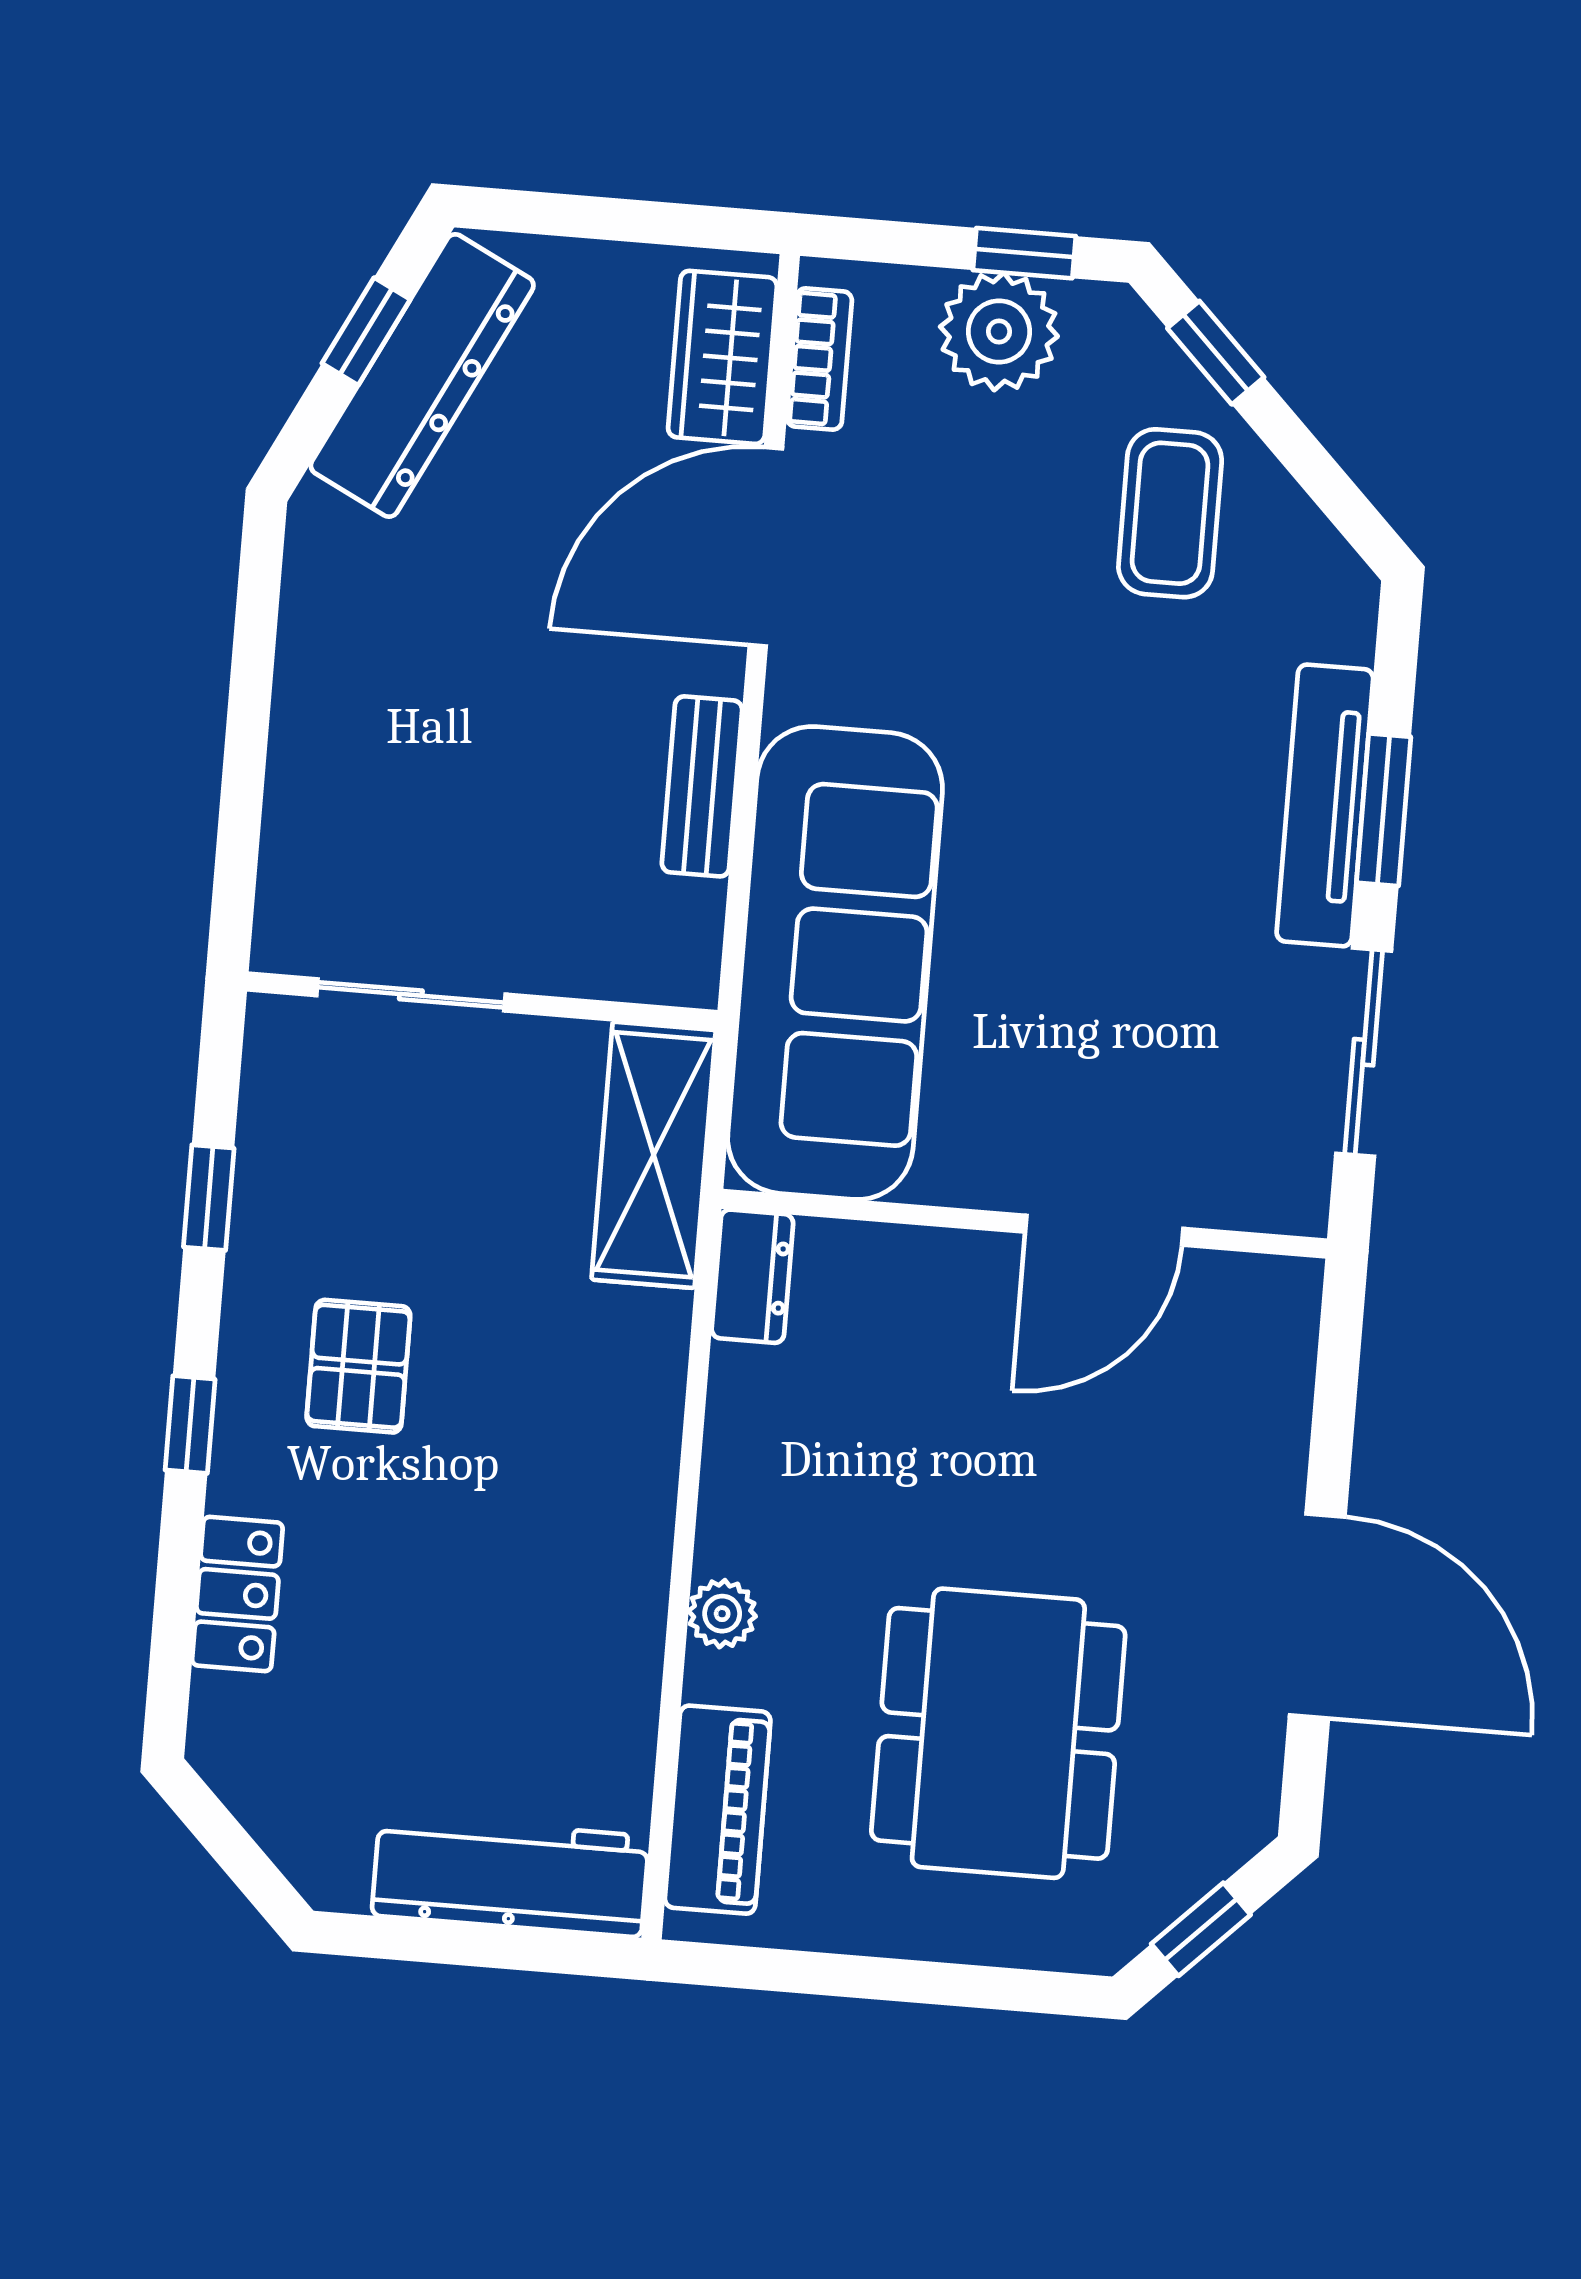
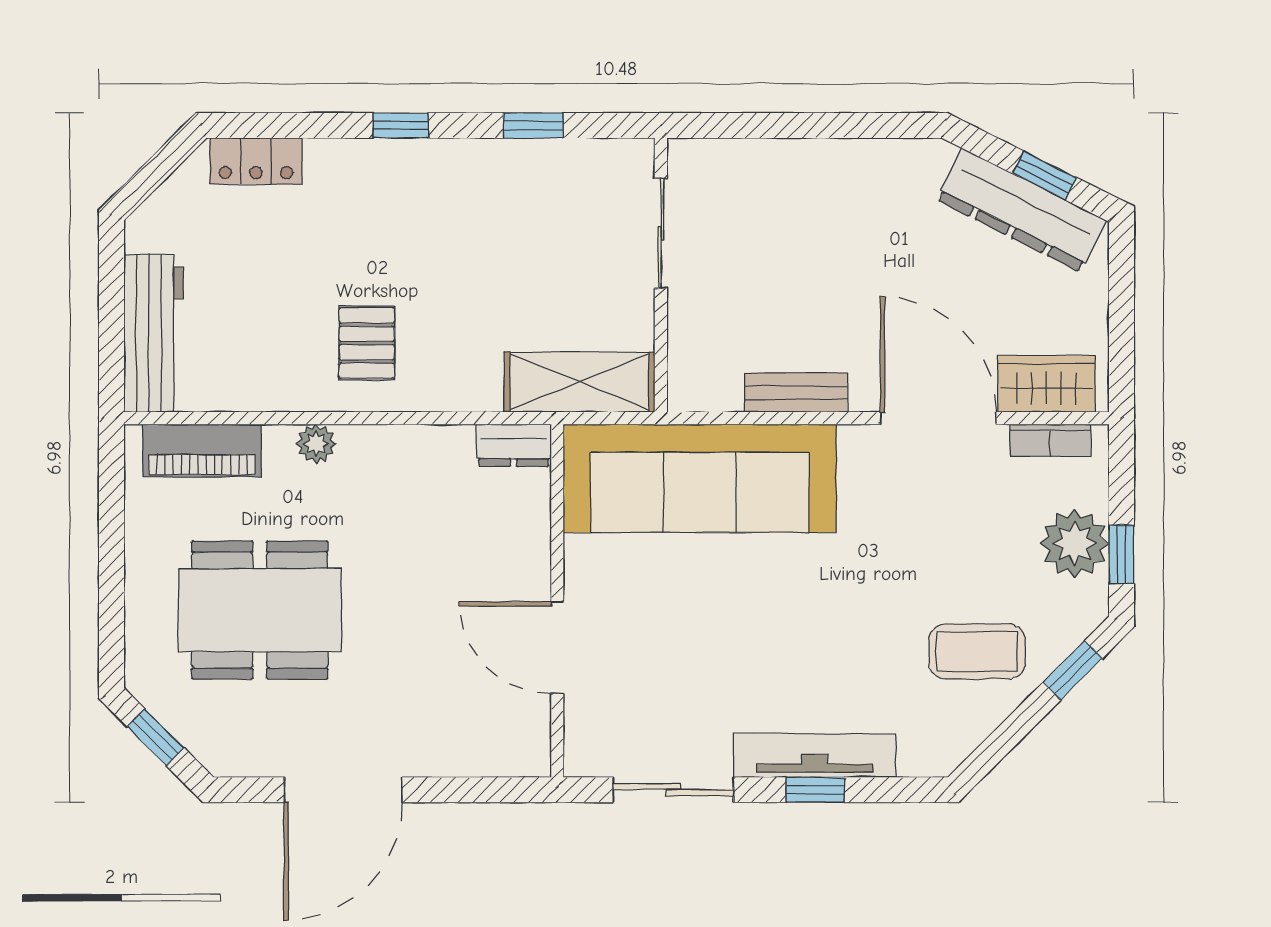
window: (1384, 810) -> (815, 790), width x0.67
pallet: (358, 1366) -> (367, 343), moved, turned 90
locker: (237, 1594) -> (256, 161), moved

